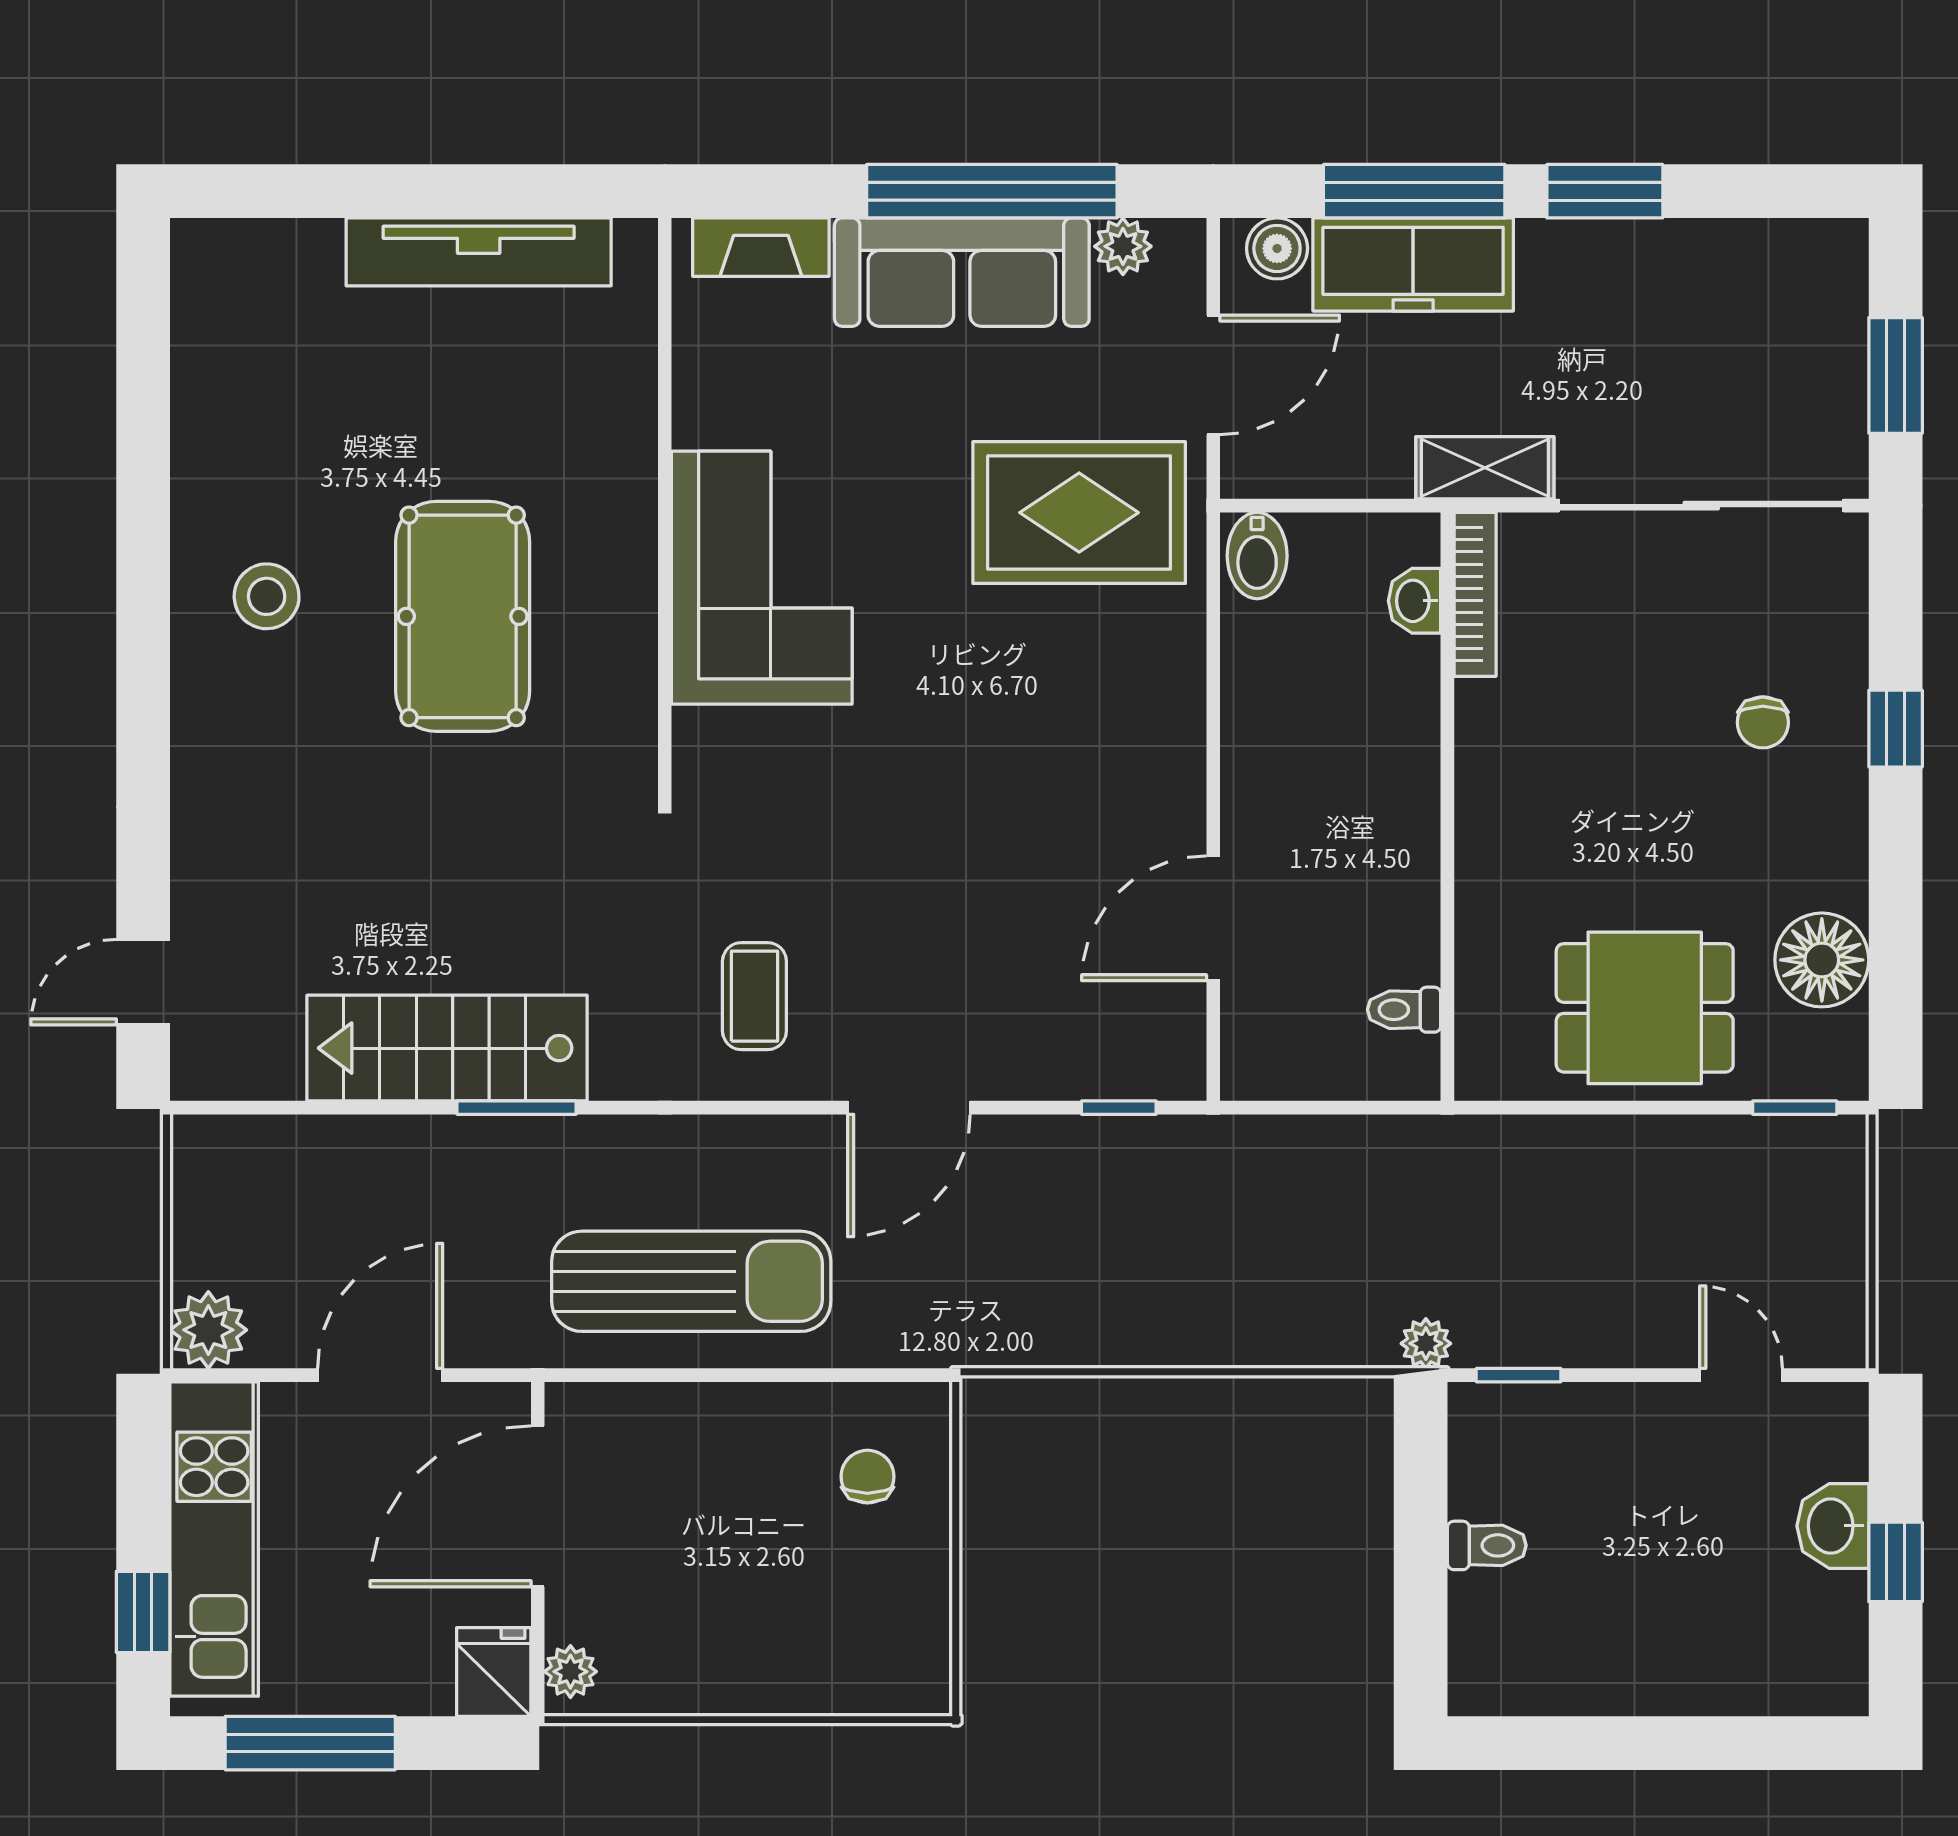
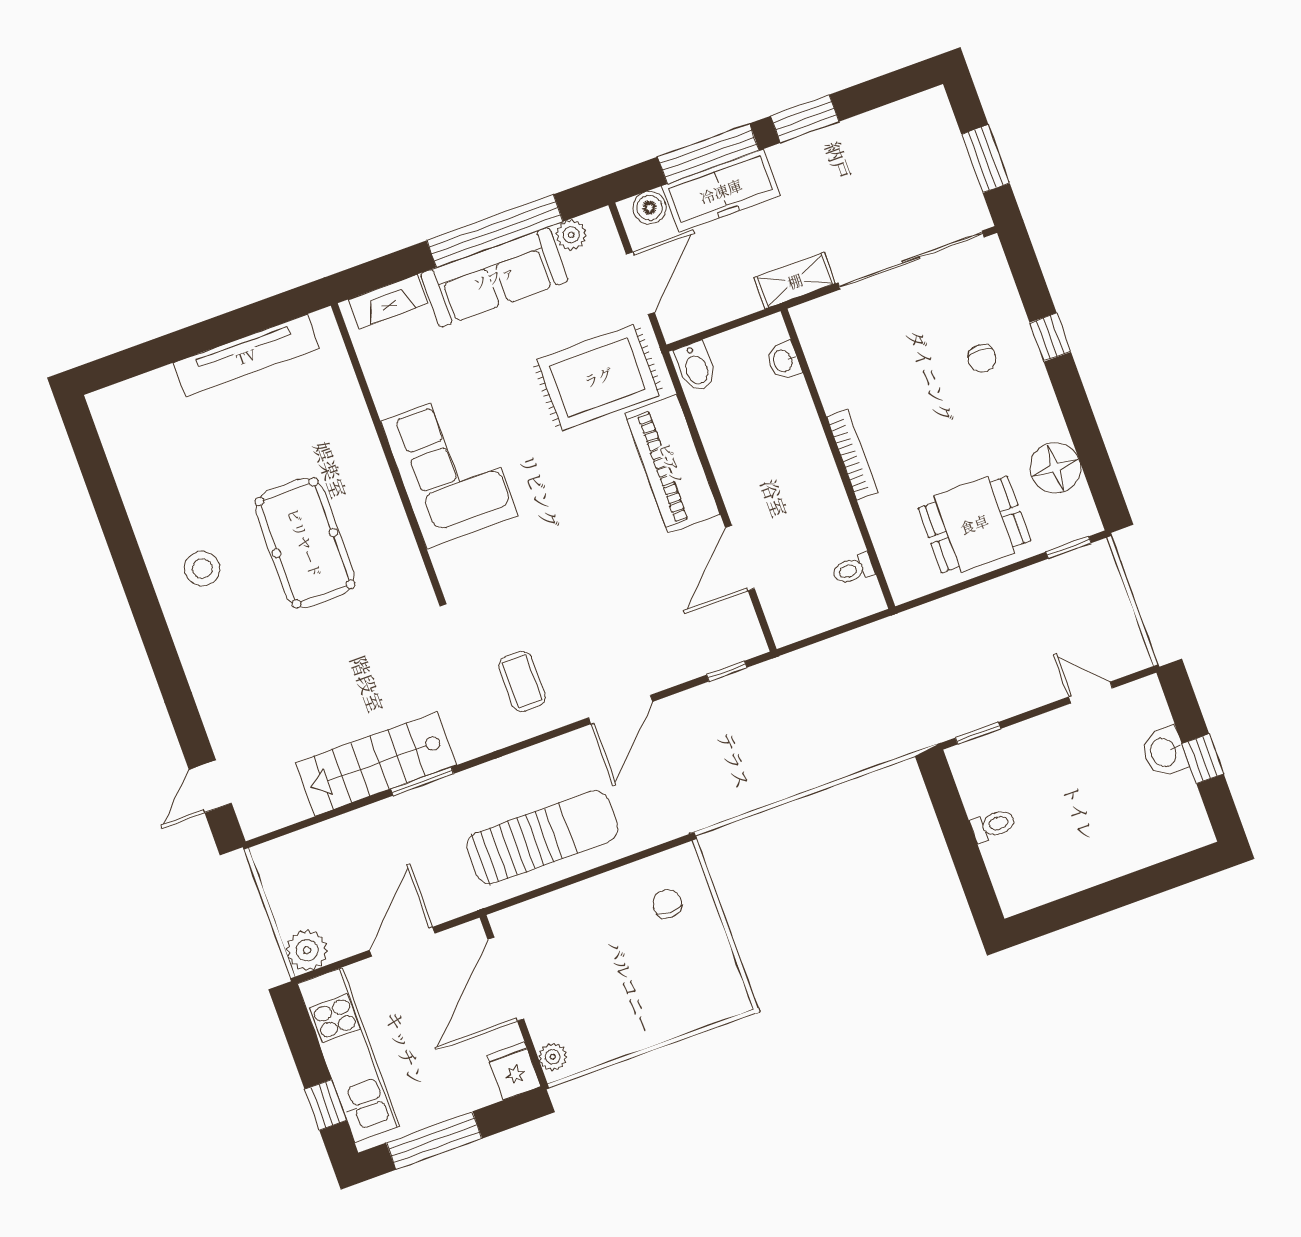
bookcase: (1475, 594) -> (852, 455), moved
piano: (1155, 711) -> (672, 464), added
plant: (1426, 1343) -> (925, 734), removed

